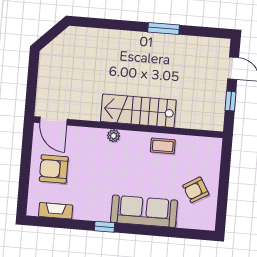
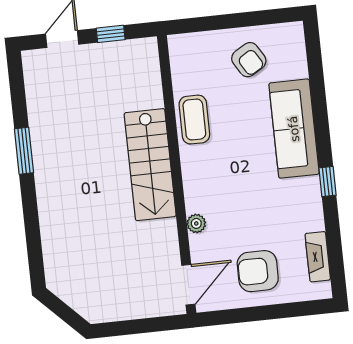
plant: (114, 136) -> (196, 223), moved
coffee table: (163, 146) -> (194, 120), width x1.36, depth x1.30
armchair: (54, 169) -> (258, 271), turned 90

